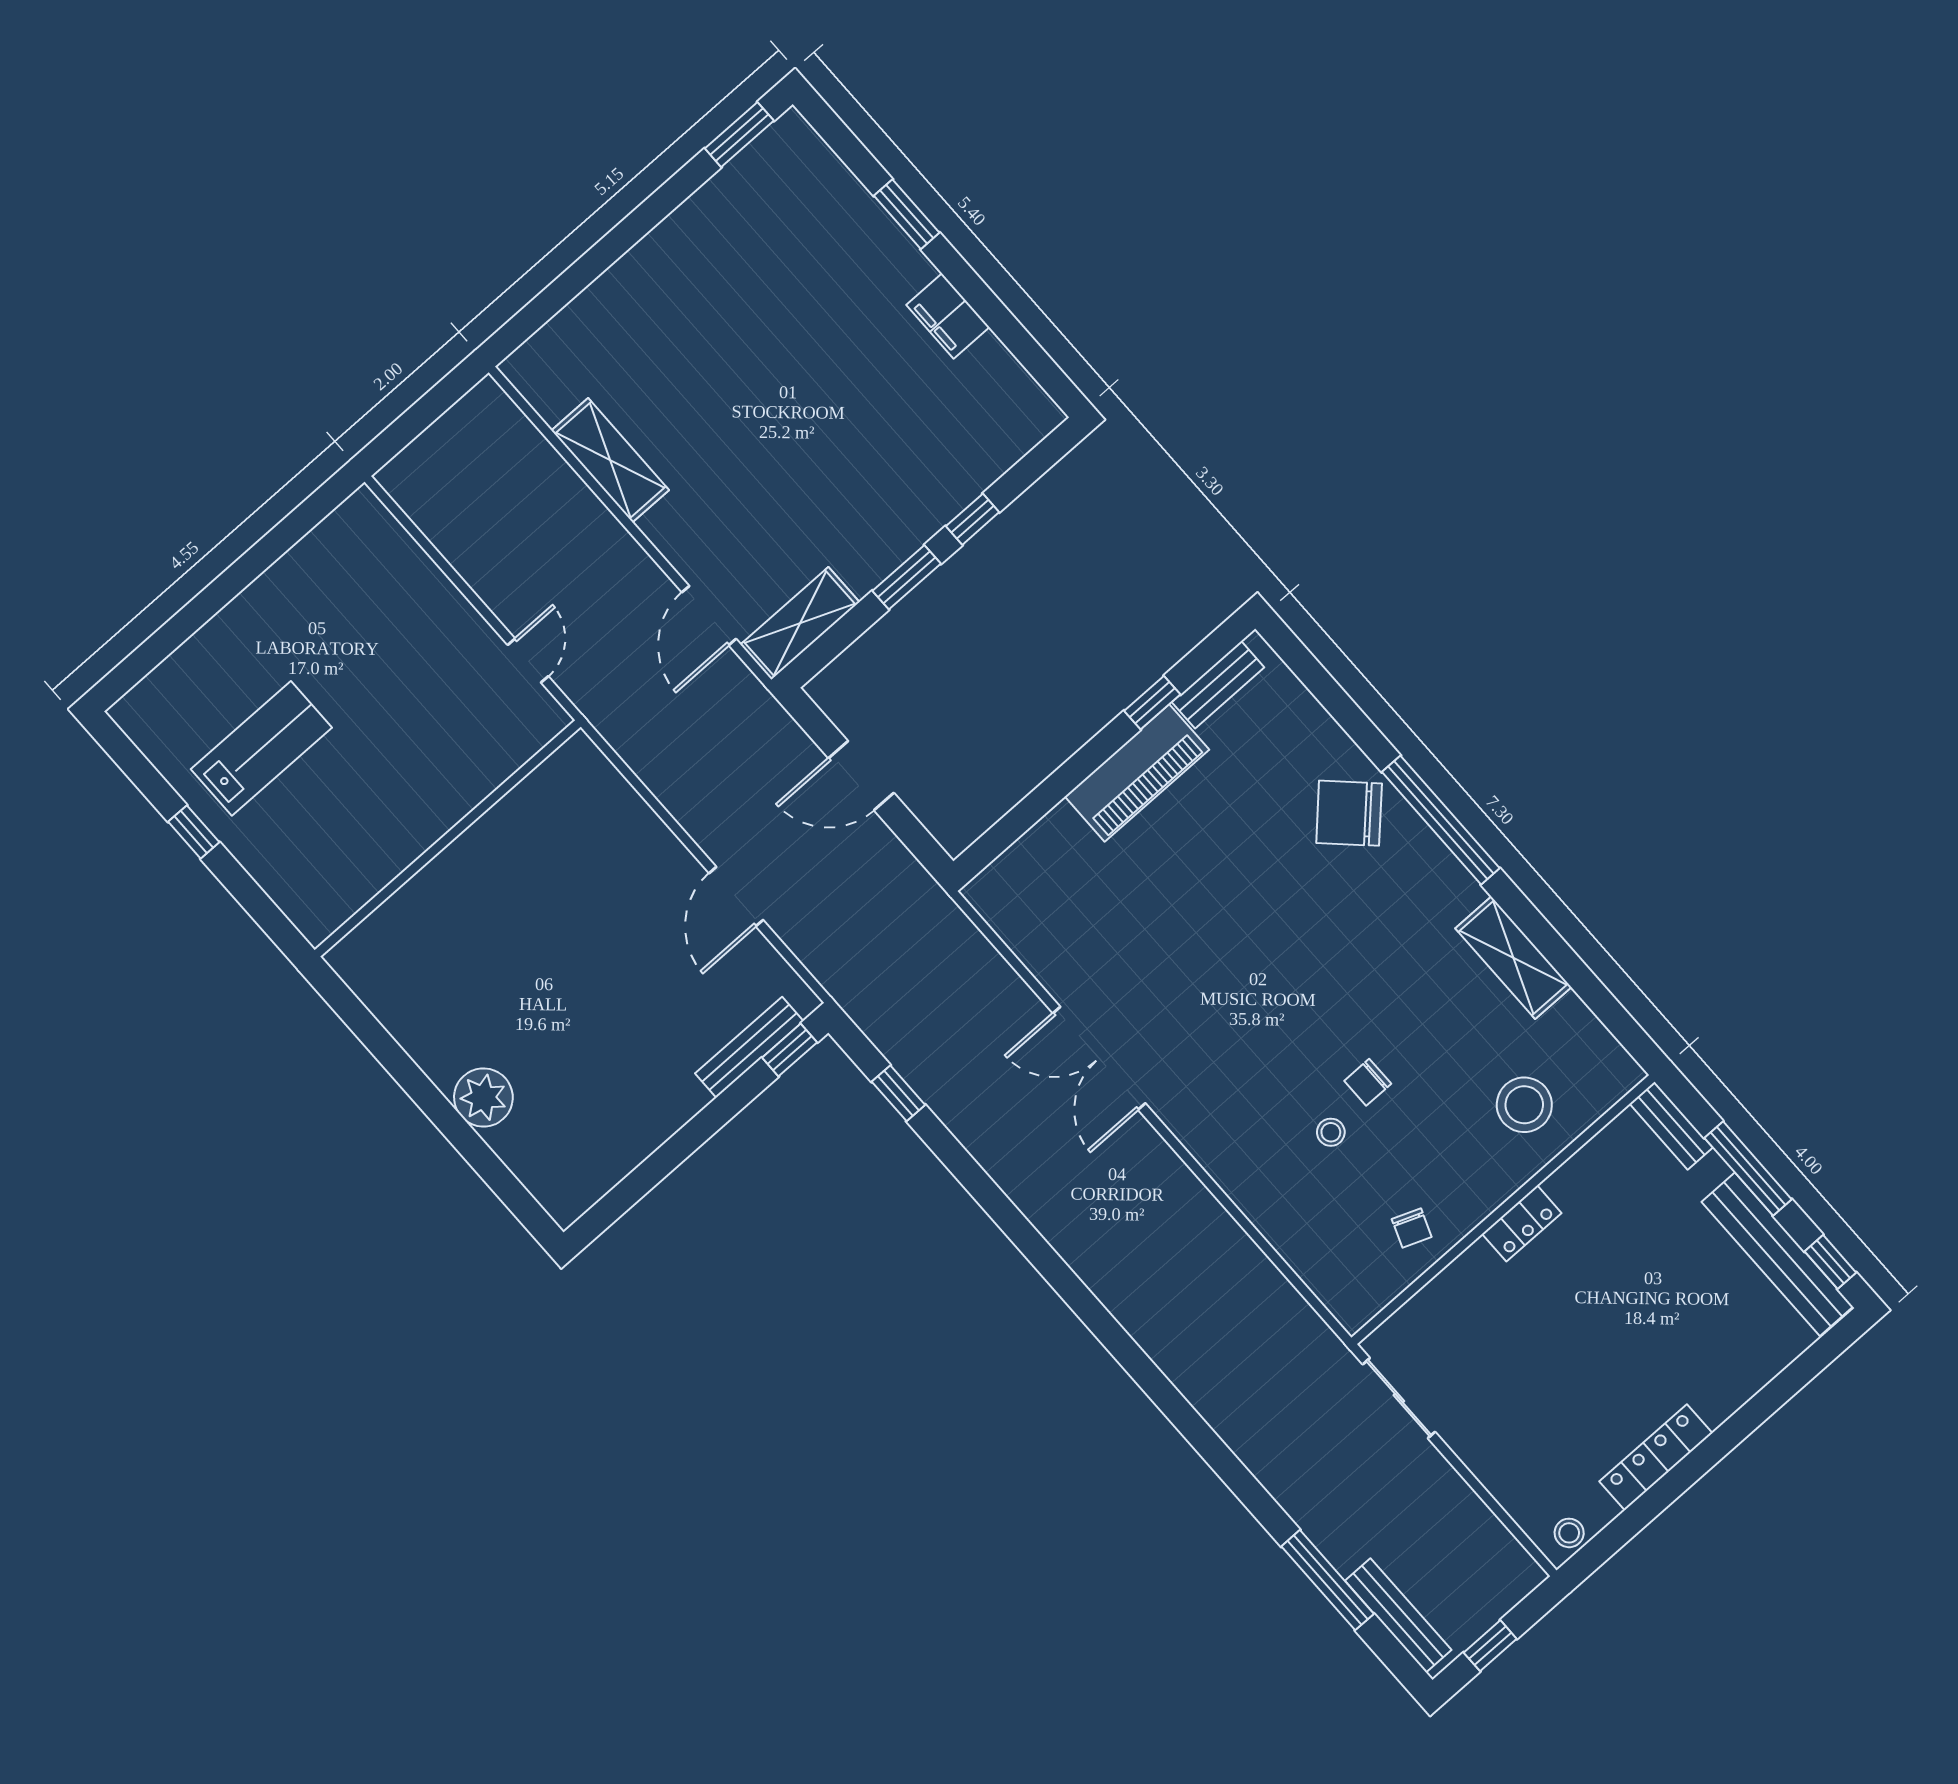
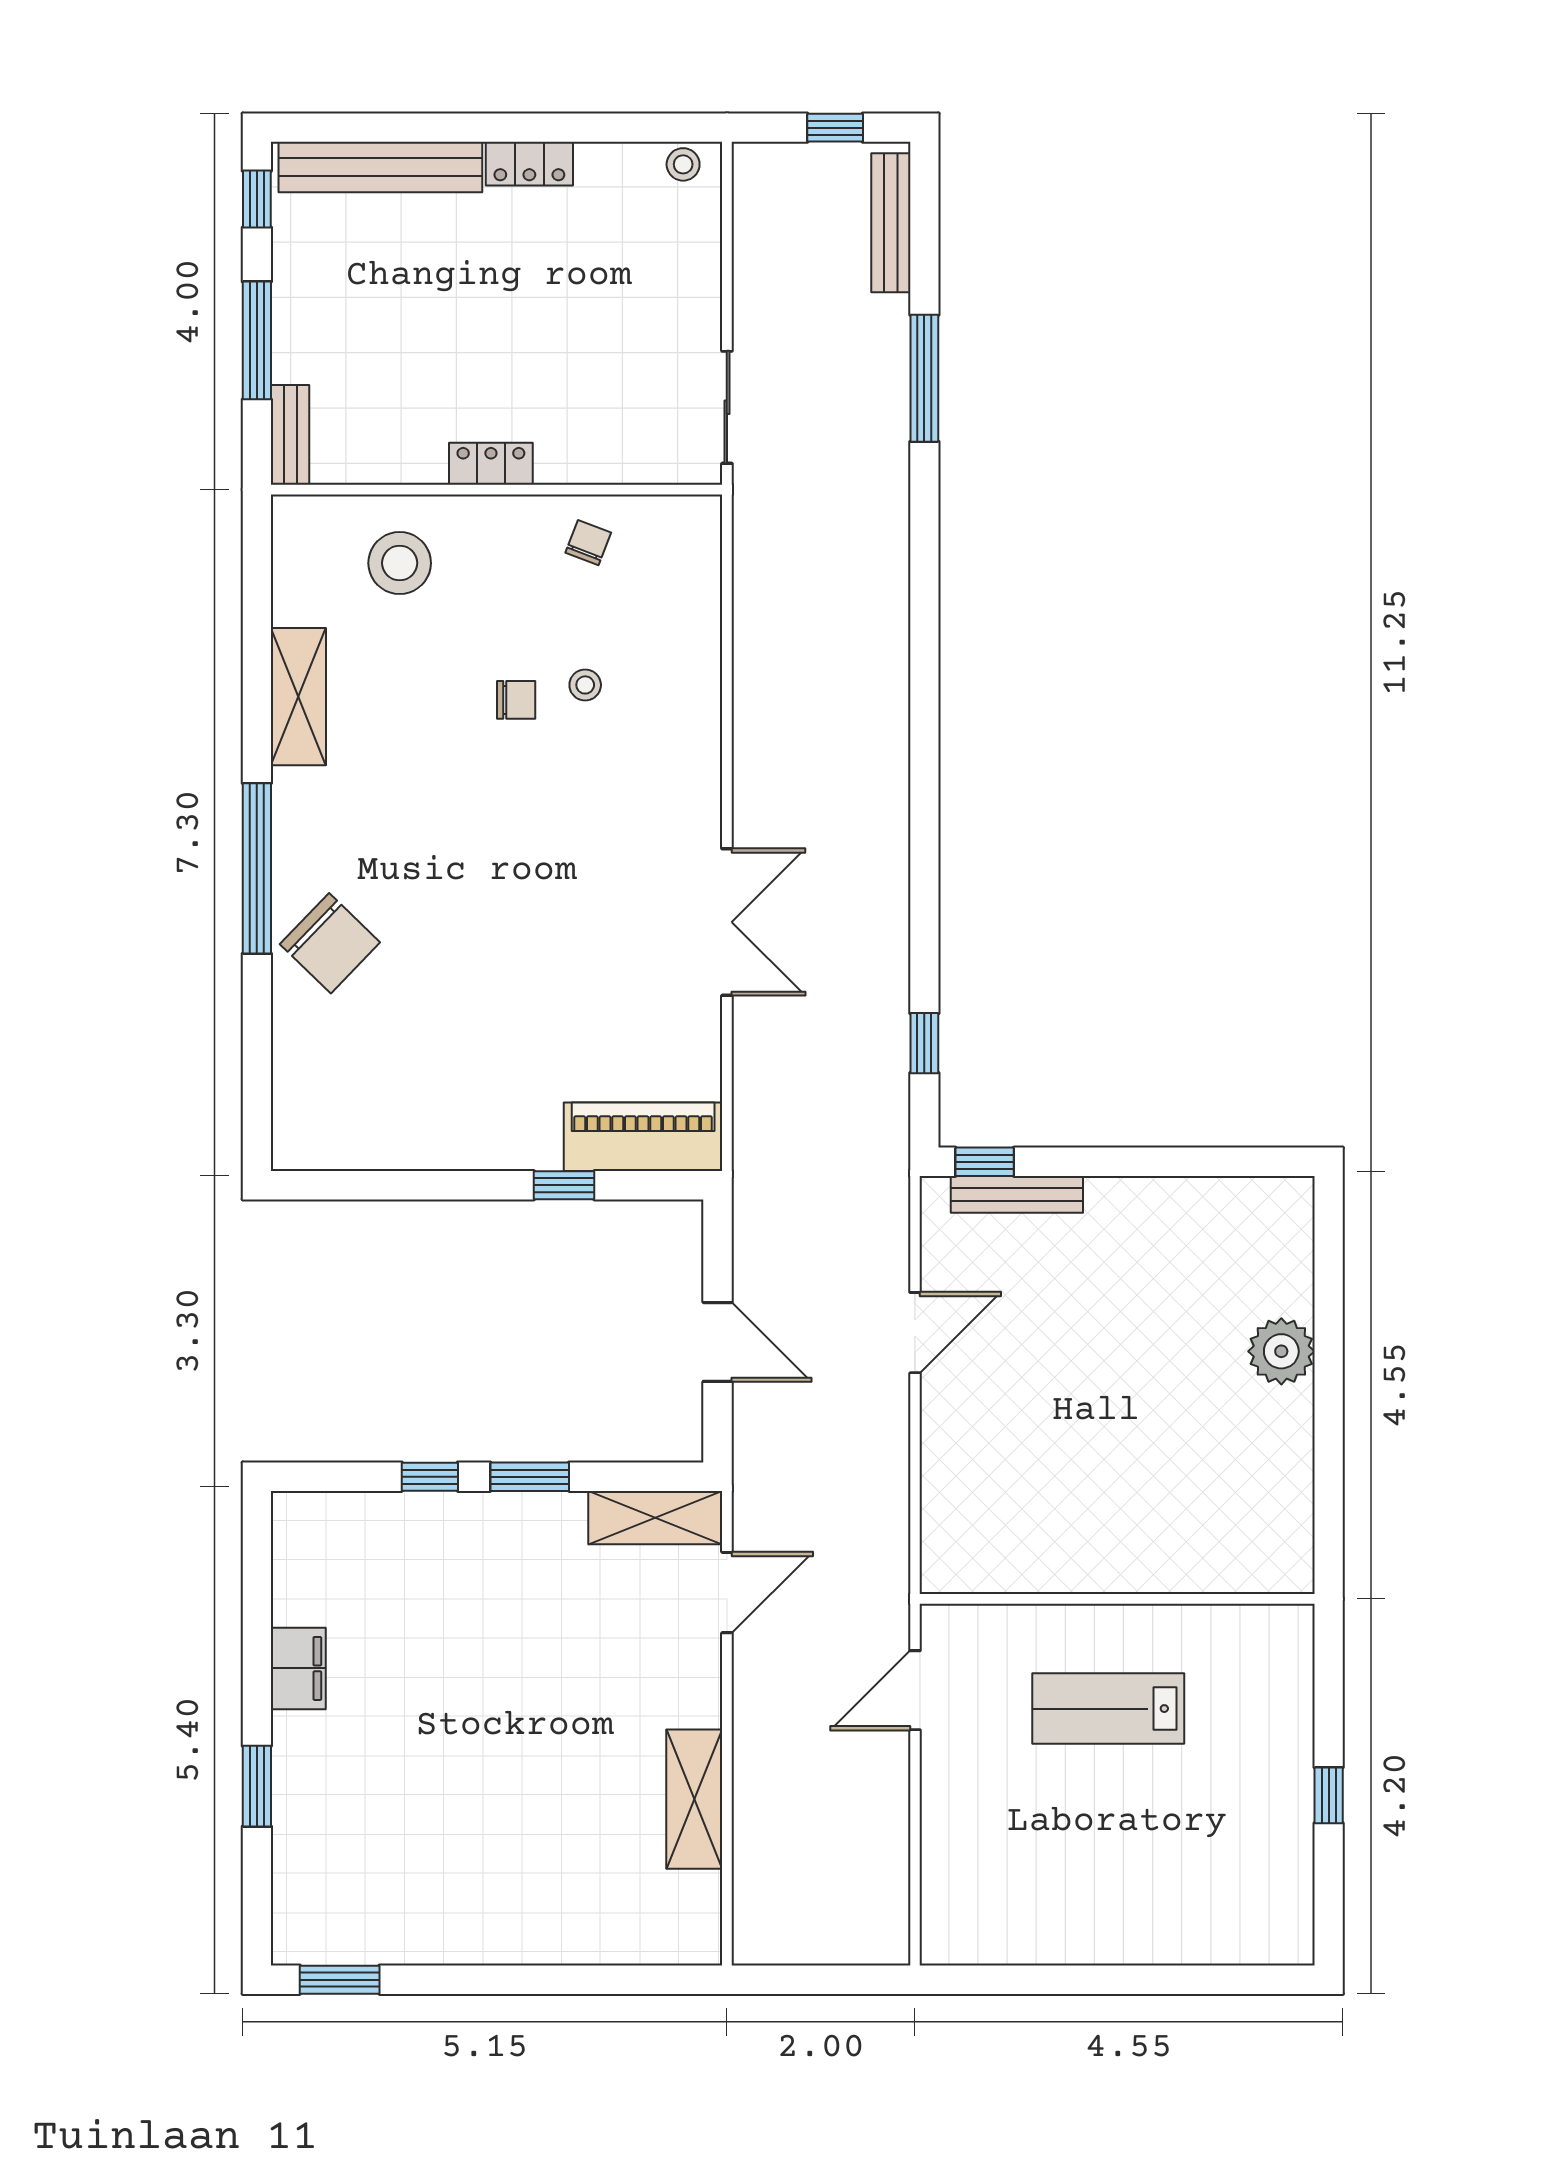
door: (528, 661) -> (915, 1690), width x1.38
bench: (1218, 685) -> (345, 1151), removed
window: (1152, 703) -> (564, 1185), moved
lab bench: (261, 748) -> (1108, 1709), moved
piano: (1137, 773) -> (643, 1137), moved
bench: (1777, 1254) -> (380, 167), moved, turned 90
locker: (1656, 1457) -> (529, 164), width x0.66
window: (1328, 1580) -> (924, 378), moved

